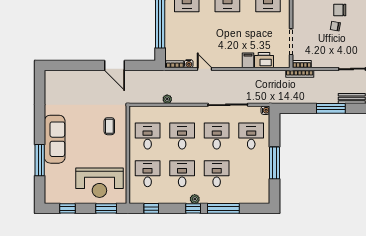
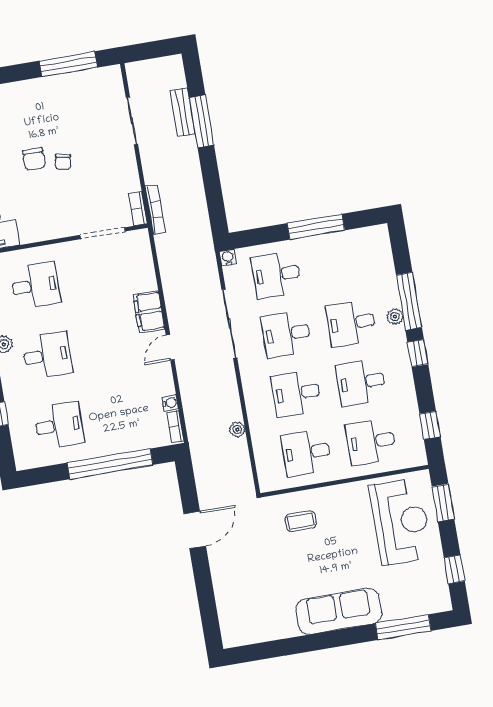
filing cabinet: (248, 60) -> (149, 312), width x2.00
printer: (264, 60) -> (142, 275), removed
door: (205, 69) -> (170, 347), moved
window: (331, 108) -> (201, 121), moved
window: (40, 160) -> (403, 627), moved
plant: (195, 199) -> (395, 317), moved

